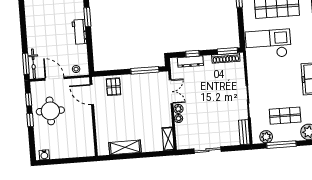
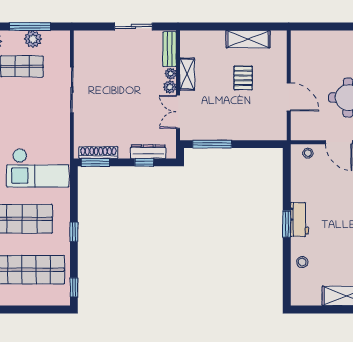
workbench: (79, 32) -> (299, 219), moved
pallet: (114, 87) -> (243, 78), moved
door: (92, 94) -> (289, 97), moved
bench: (244, 132) -> (170, 49), moved
plant: (266, 137) -> (33, 39), moved
shelving: (168, 139) -> (187, 74), moved

